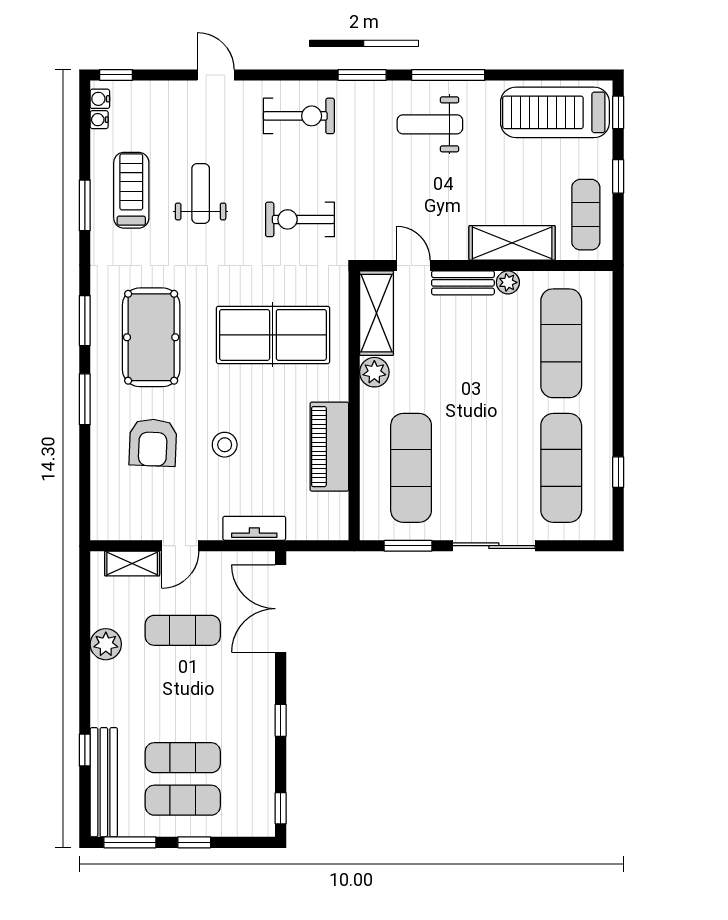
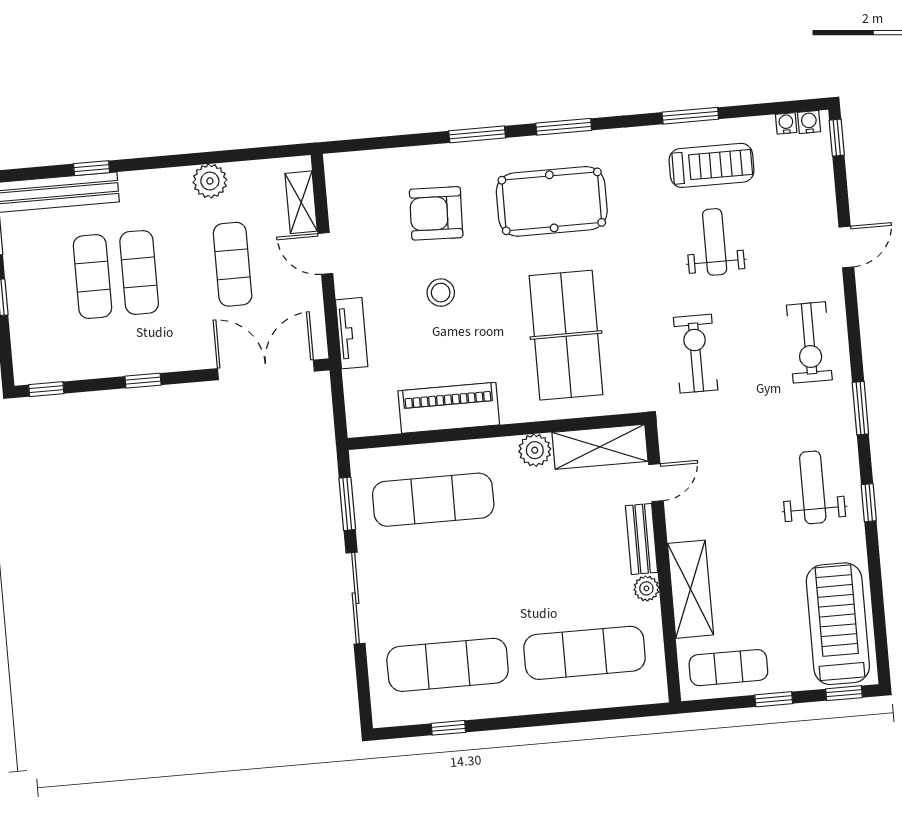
window: (448, 75) -> (869, 503), width x0.46
weight bench: (201, 194) -> (715, 242), turned -90
exercise mat: (183, 800) -> (139, 272), moved

